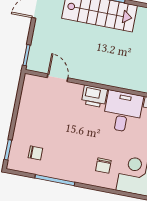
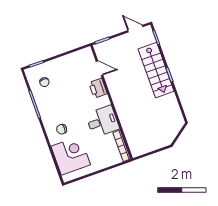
door: (58, 78) -> (100, 68), hinge flipped
printer: (94, 96) -> (98, 88), moved

